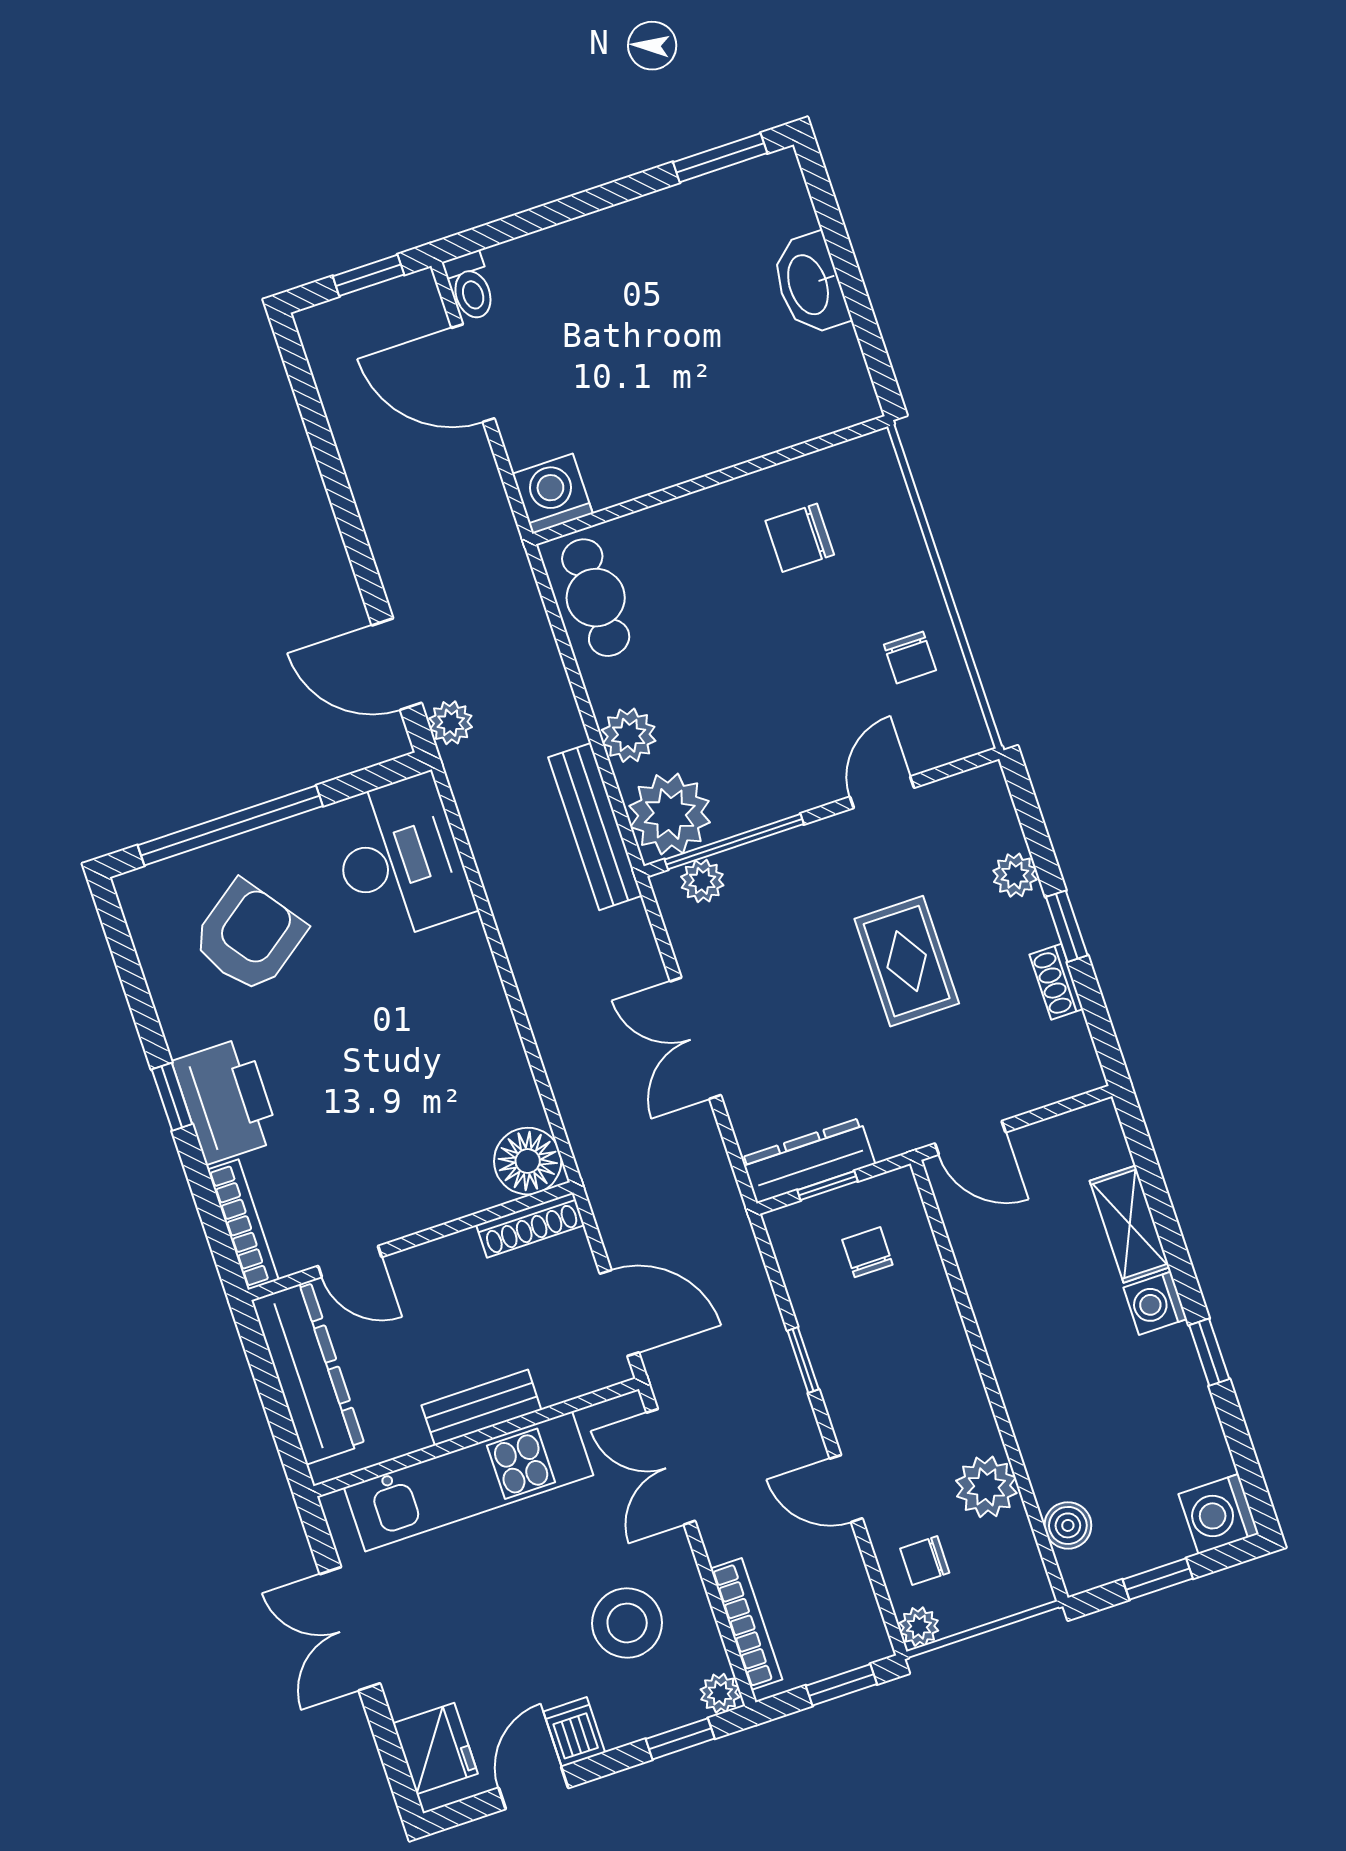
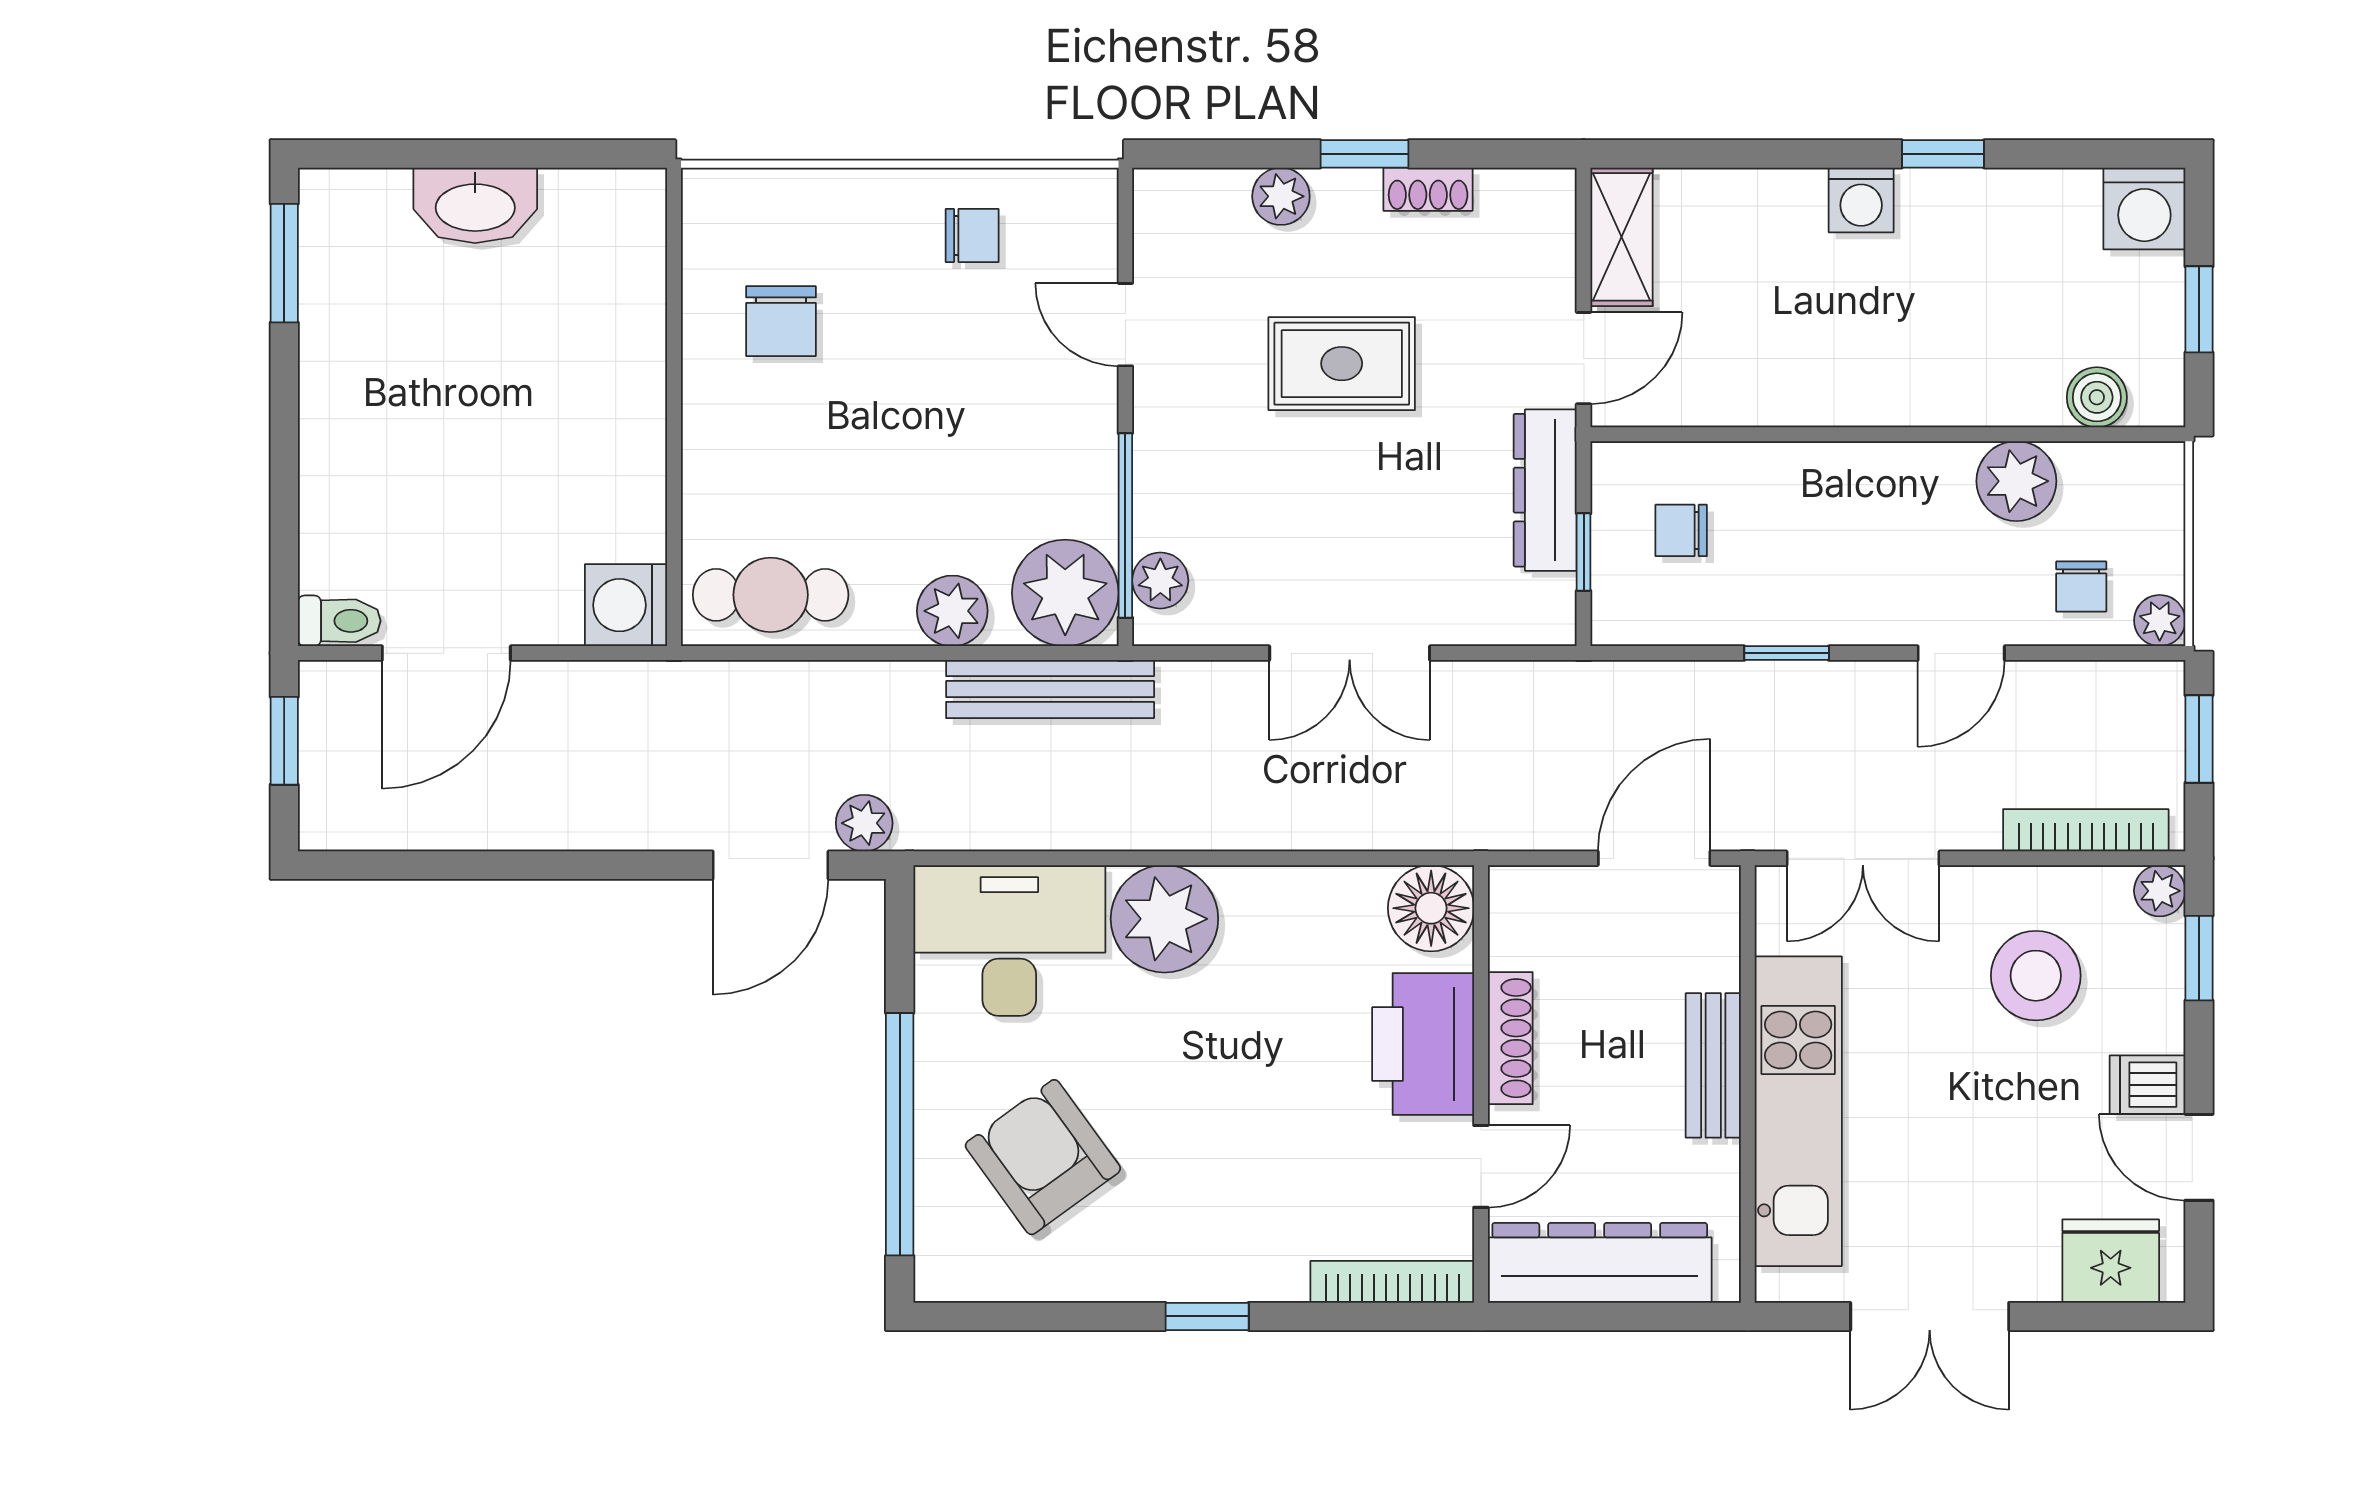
plant: (454, 967) -> (1164, 919), added
printer: (226, 1101) -> (1423, 1044), moved, turned -90
dresser: (808, 1161) -> (1545, 490), moved
shelving: (1130, 1224) -> (1622, 237), moved, turned 90
shoe rack: (530, 1225) -> (1510, 1038), moved

